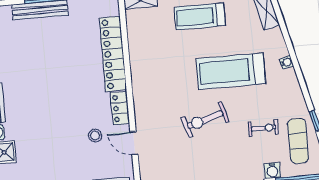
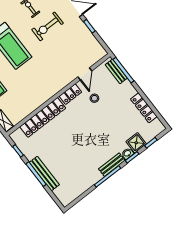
exercise bike: (205, 120) -> (48, 26), moved, turned 107

